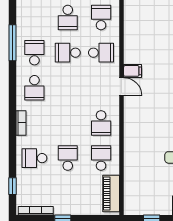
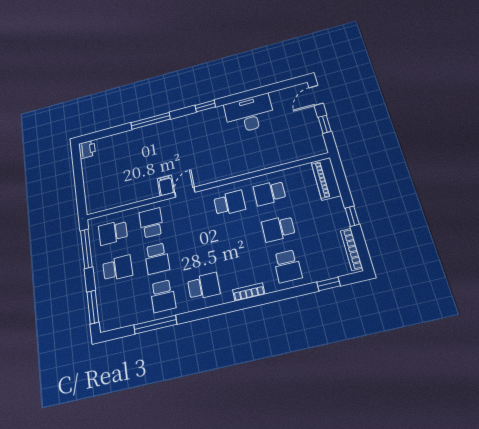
school desk: (34, 53) -> (163, 296), turned -90
piano: (111, 193) -> (326, 179), moved, turned 90

